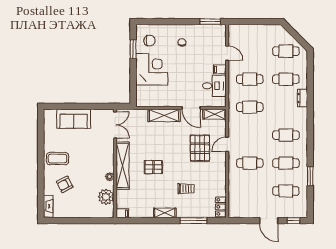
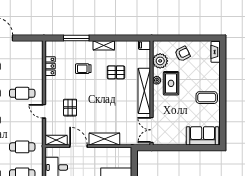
sofa: (74, 119) -> (203, 136), moved
door: (227, 144) -> (44, 111), swing flipped
pallet: (200, 148) -> (70, 108), width x0.67, depth x0.71
pallet: (153, 167) -> (116, 72), moved
rug: (95, 173) -> (171, 83), added
armchair: (65, 184) -> (183, 54), moved
locker: (221, 207) -> (50, 66), moved

